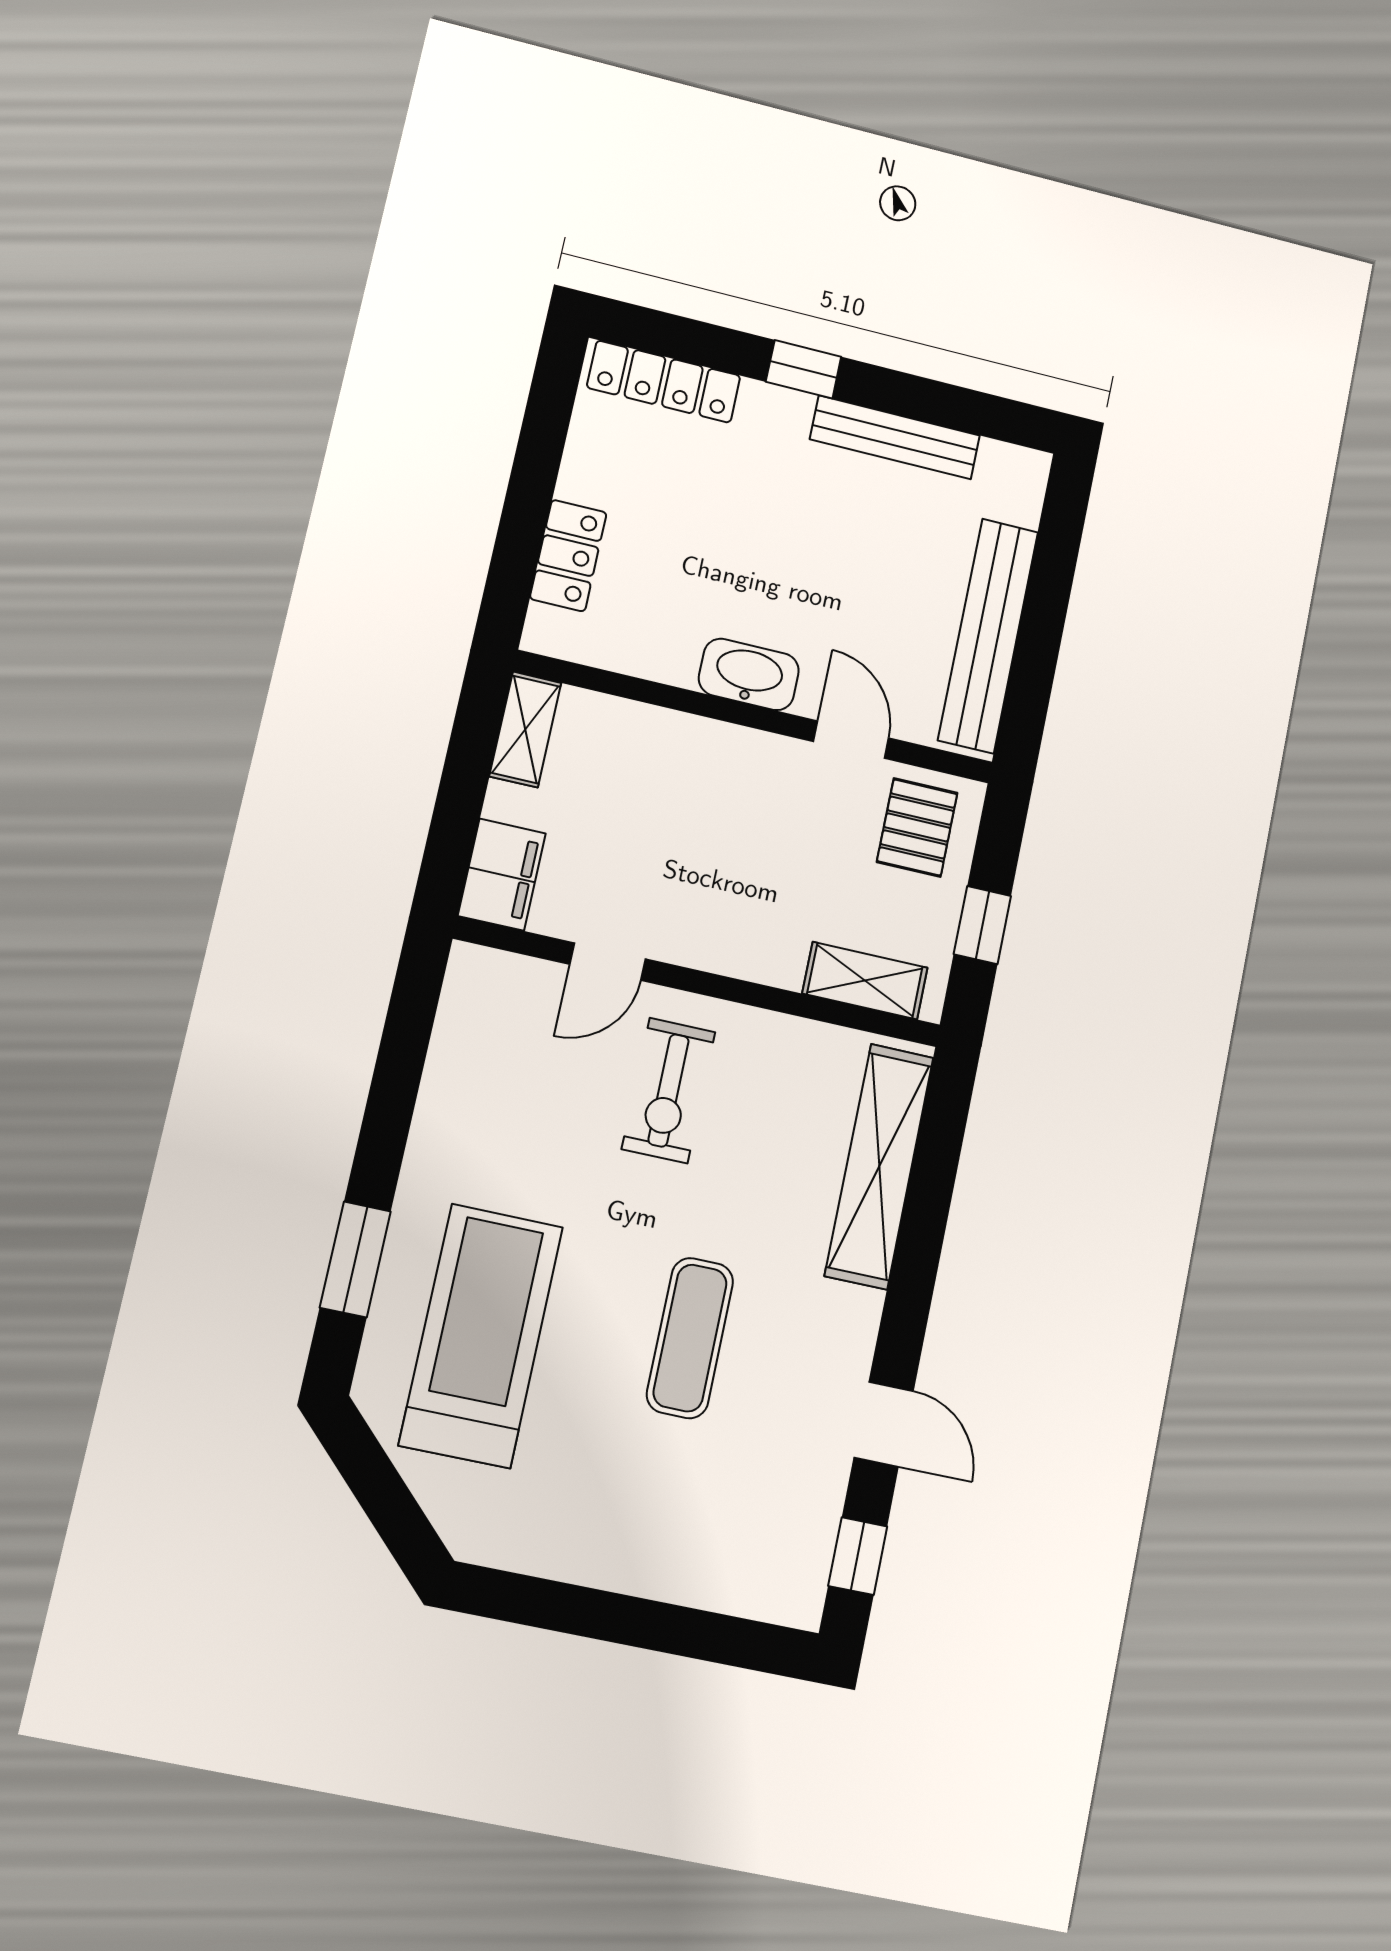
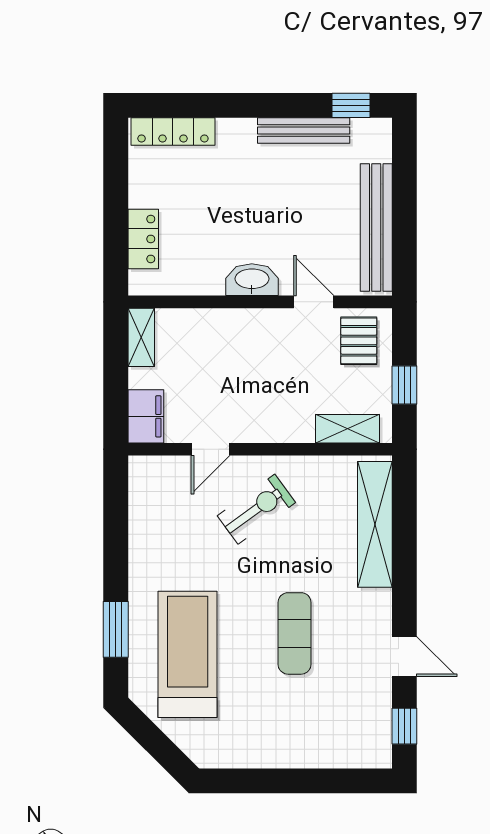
window: (804, 369) -> (351, 105), moved
exercise bike: (669, 1090) -> (256, 509), turned -126

